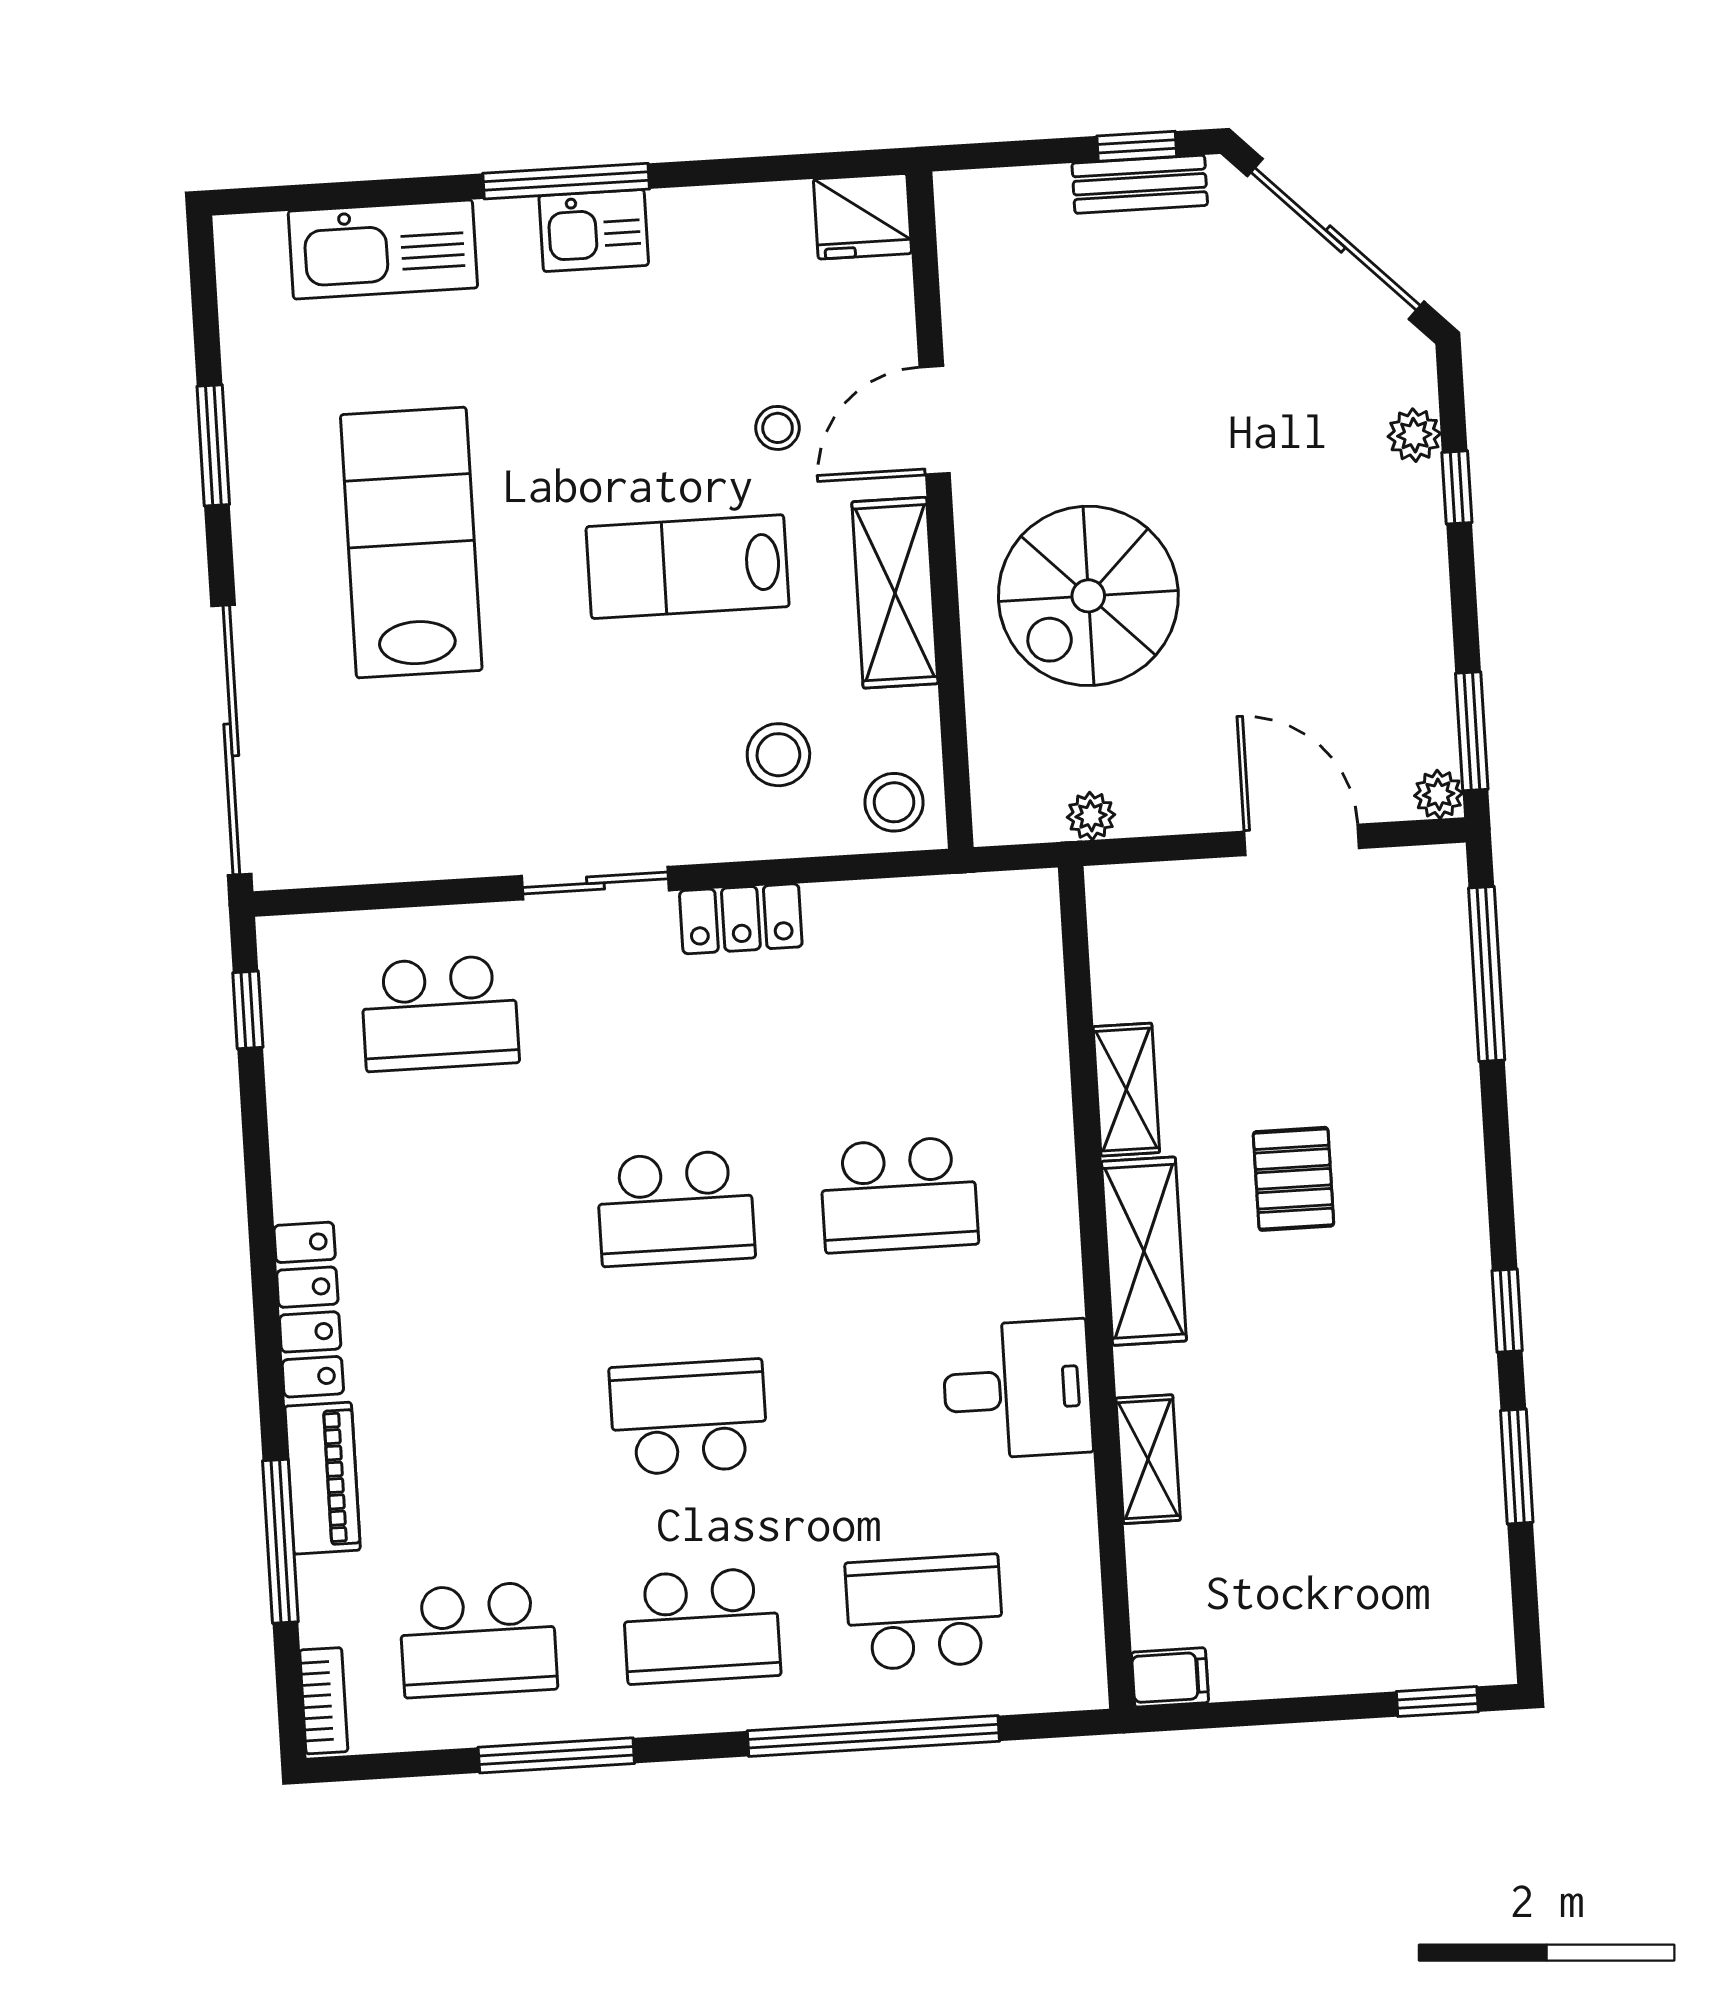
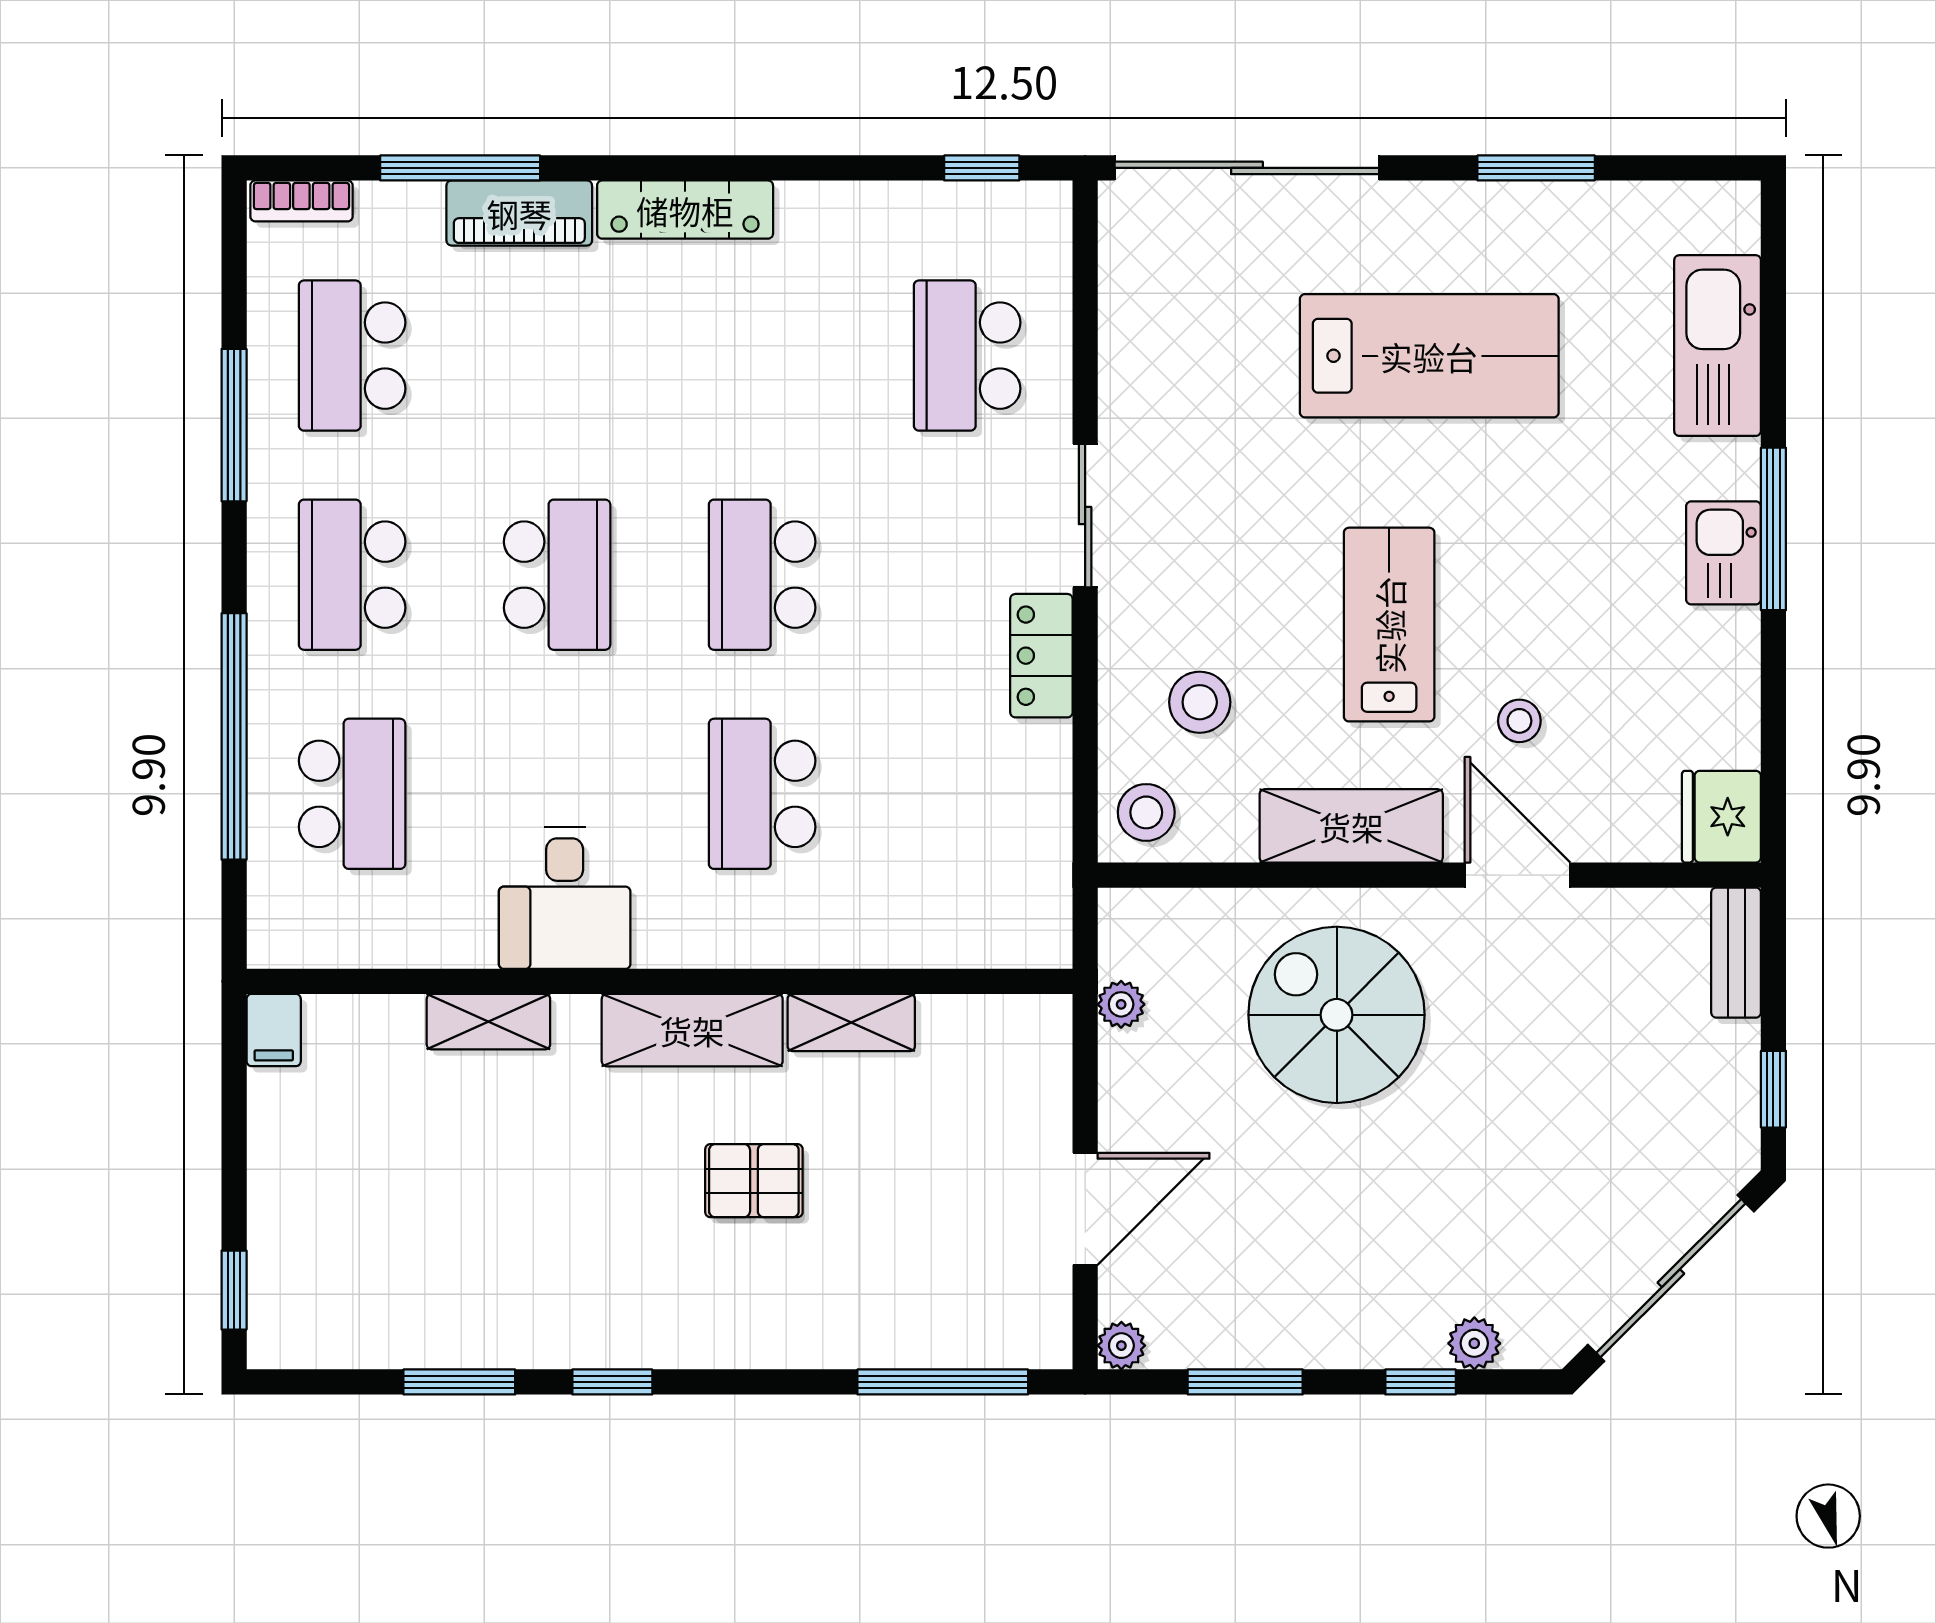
bench: (1140, 184) -> (1736, 953), moved
window: (1472, 731) -> (1245, 1382), moved

